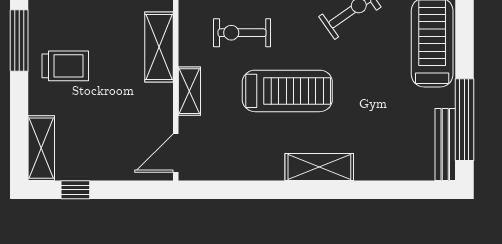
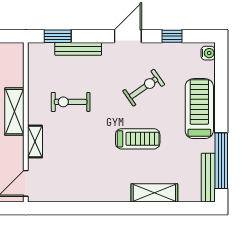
treadmill: (287, 91) -> (138, 139), moved, width x0.73, depth x0.73
shelving: (319, 167) -> (154, 193), moved

